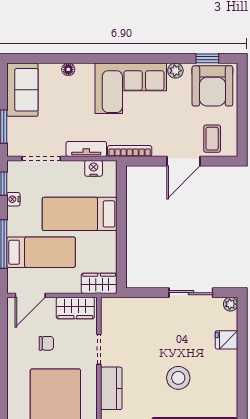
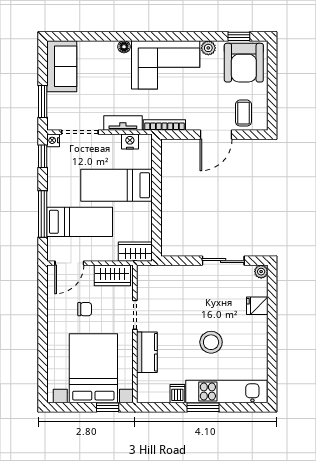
floor lamp: (68, 69) -> (124, 47), moved
nightstand: (13, 199) -> (53, 140), moved

